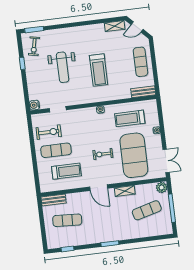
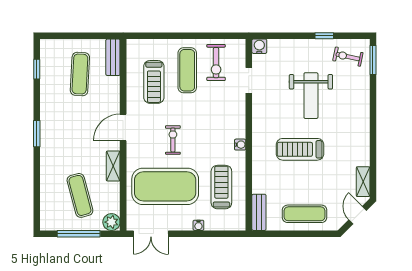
weight bench: (63, 67) -> (311, 96), turned -90

